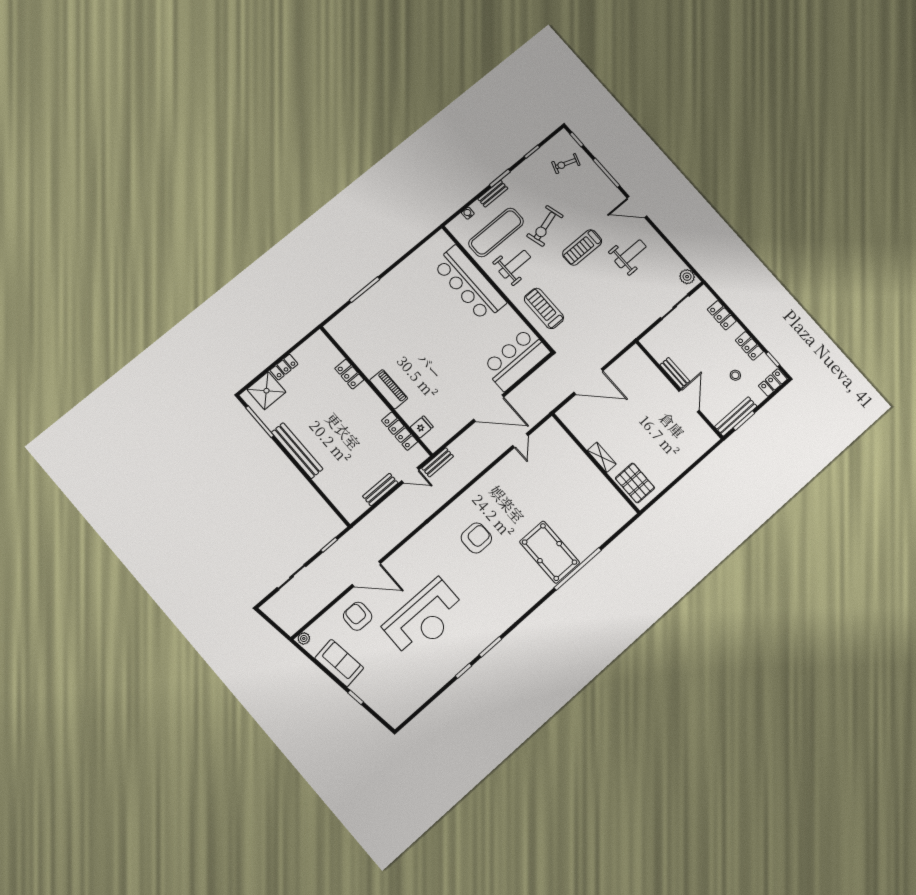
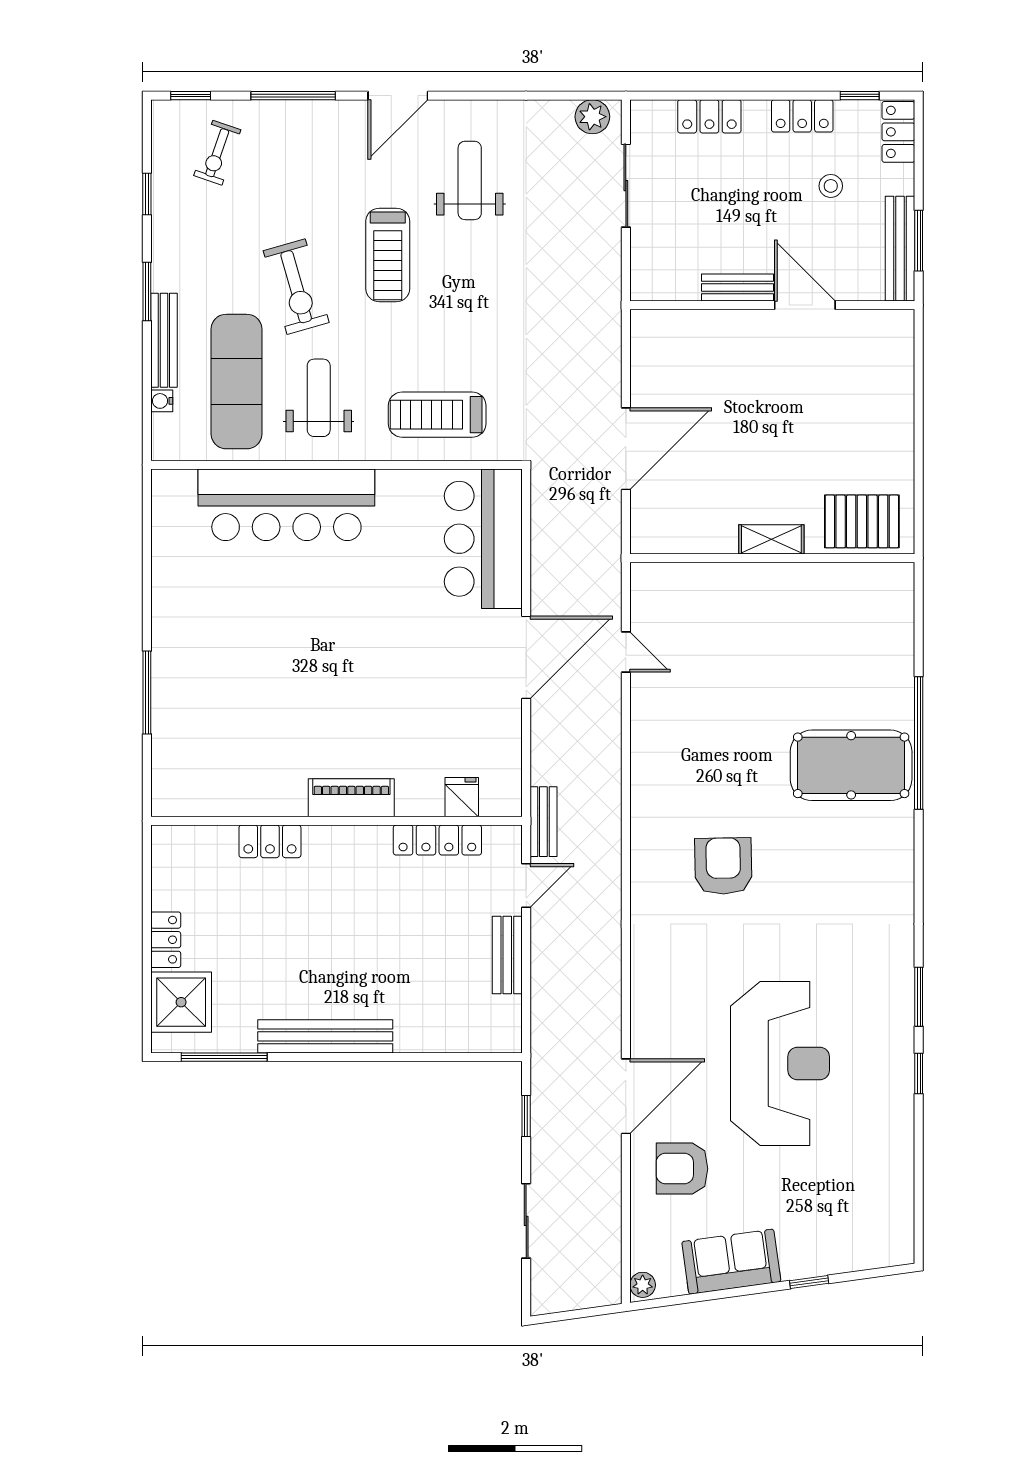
bench: (493, 194) -> (164, 340), width x1.36

